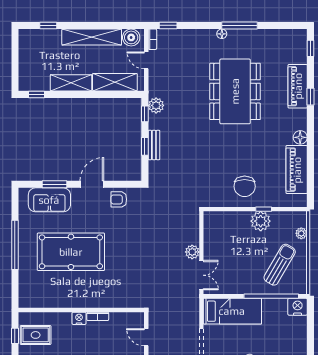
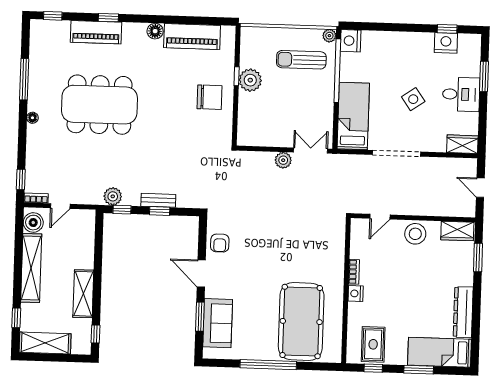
window: (240, 25) -> (24, 79), moved
shelving: (115, 82) -> (45, 343), moved, turned 90
plant: (301, 233) -> (329, 36), moved
pool table: (71, 252) -> (301, 322), moved
sun lounger: (280, 265) -> (301, 60), turned -30

